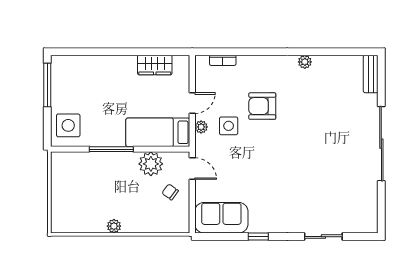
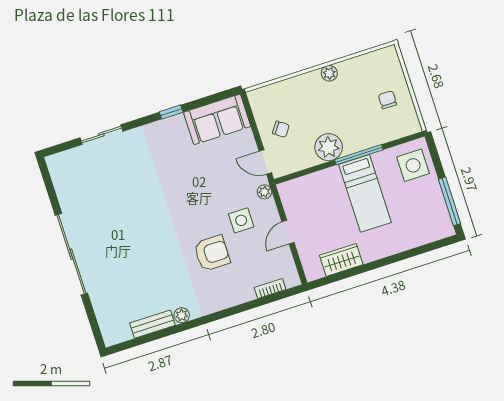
bench: (371, 74) -> (153, 324), moved, turned 90
plant: (201, 127) -> (264, 192), moved
bed: (158, 132) -> (365, 193), moved, turned 90
plant: (151, 164) -> (329, 147), moved
chair: (72, 188) -> (387, 100), added

